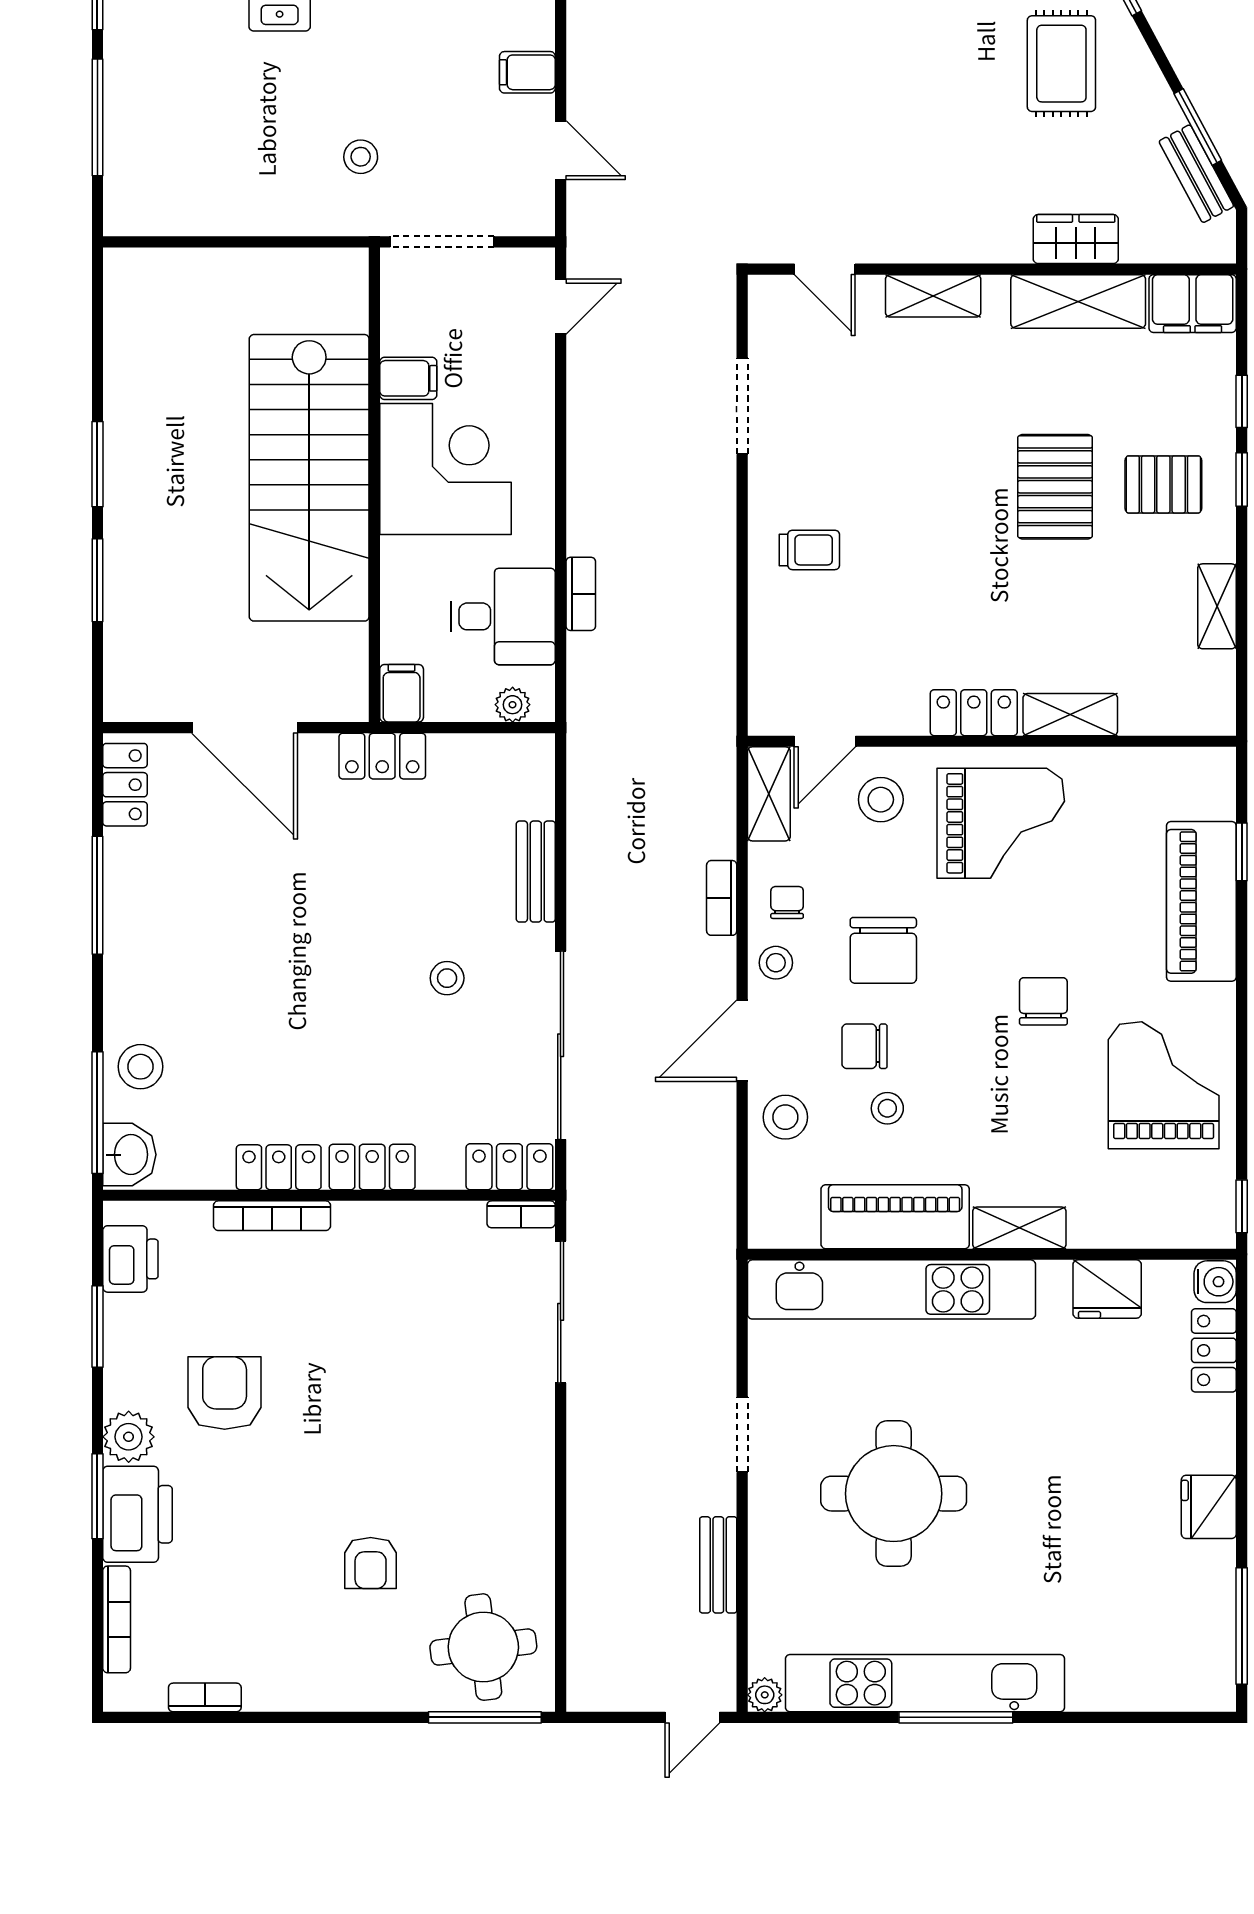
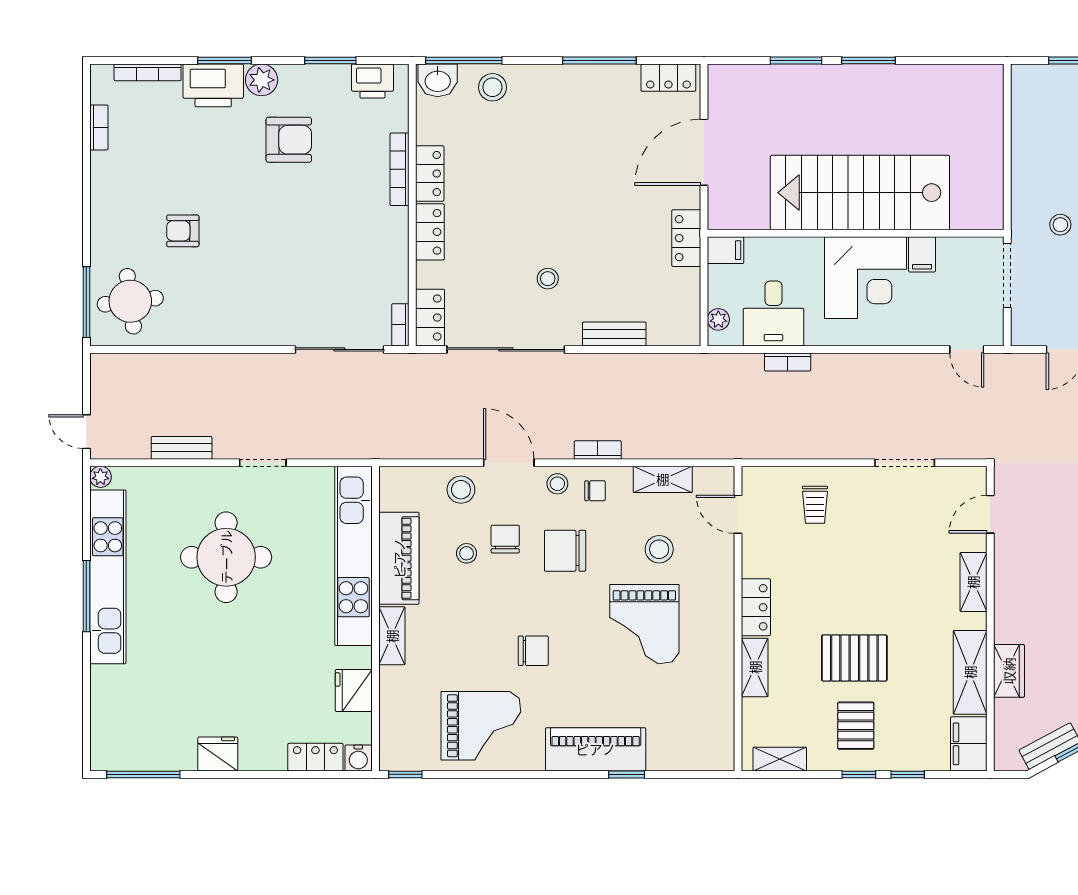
locker: (974, 713) -> (756, 607), moved
shelving: (1070, 715) -> (755, 667), moved
door: (825, 741) -> (738, 514), moved
wall: (992, 741) -> (738, 619), moved

